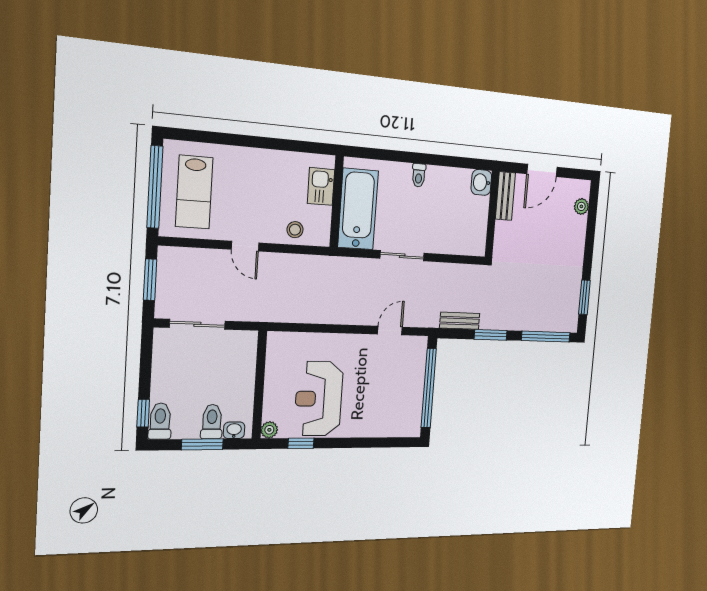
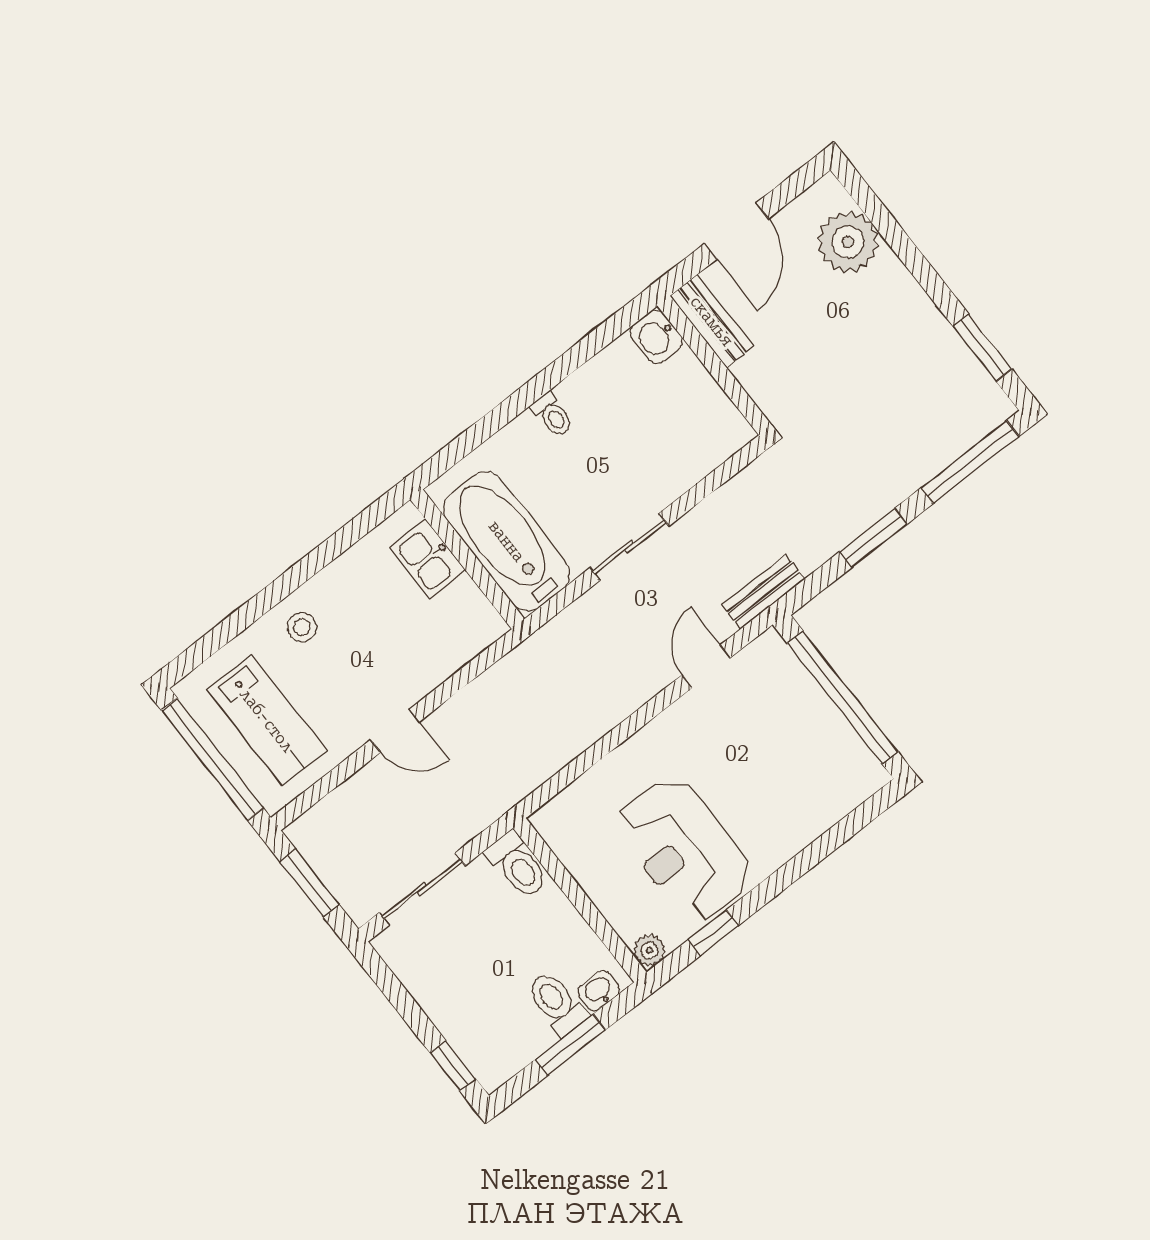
plant: (581, 206) -> (848, 242), width x1.88, depth x1.88
stool: (295, 230) -> (302, 627), moved
bench: (460, 321) -> (763, 592), moved
toilet: (160, 421) -> (518, 865), moved, turned 180

